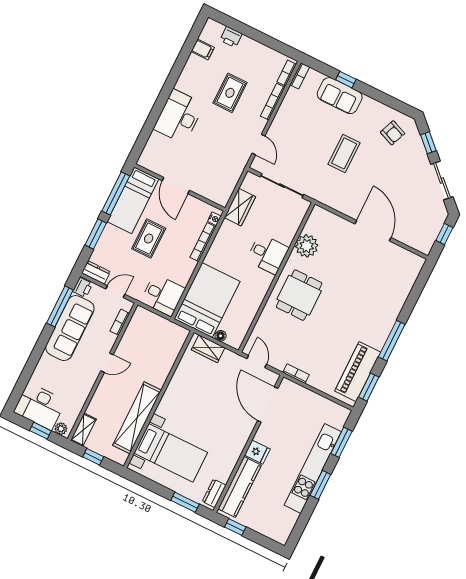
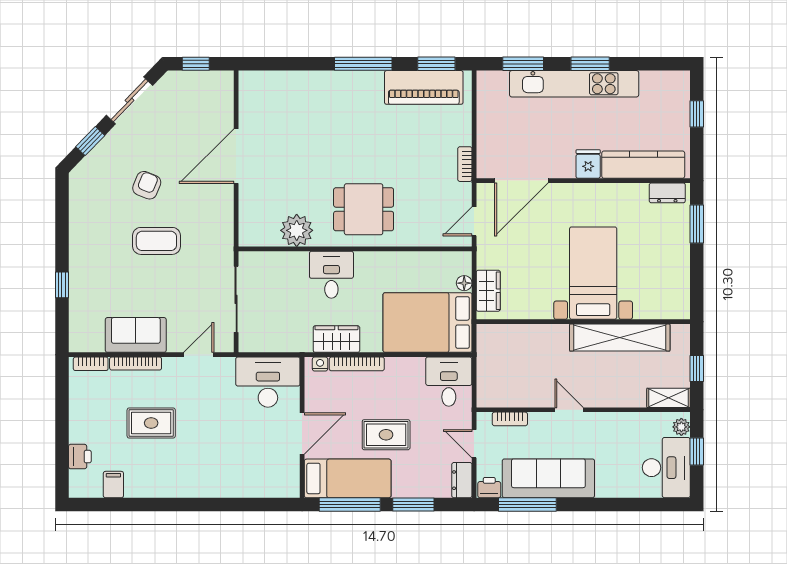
bookcase: (300, 76) -> (86, 345), removed
sofa: (340, 96) -> (136, 335), moved, turned -90
desk: (179, 117) -> (268, 382), moved, turned 180
armchair: (393, 133) -> (147, 185), moved
wardrobe: (240, 207) -> (336, 339), moved
bed with nightstands: (171, 453) -> (593, 273), moved
window: (235, 527) -> (697, 114), moved

